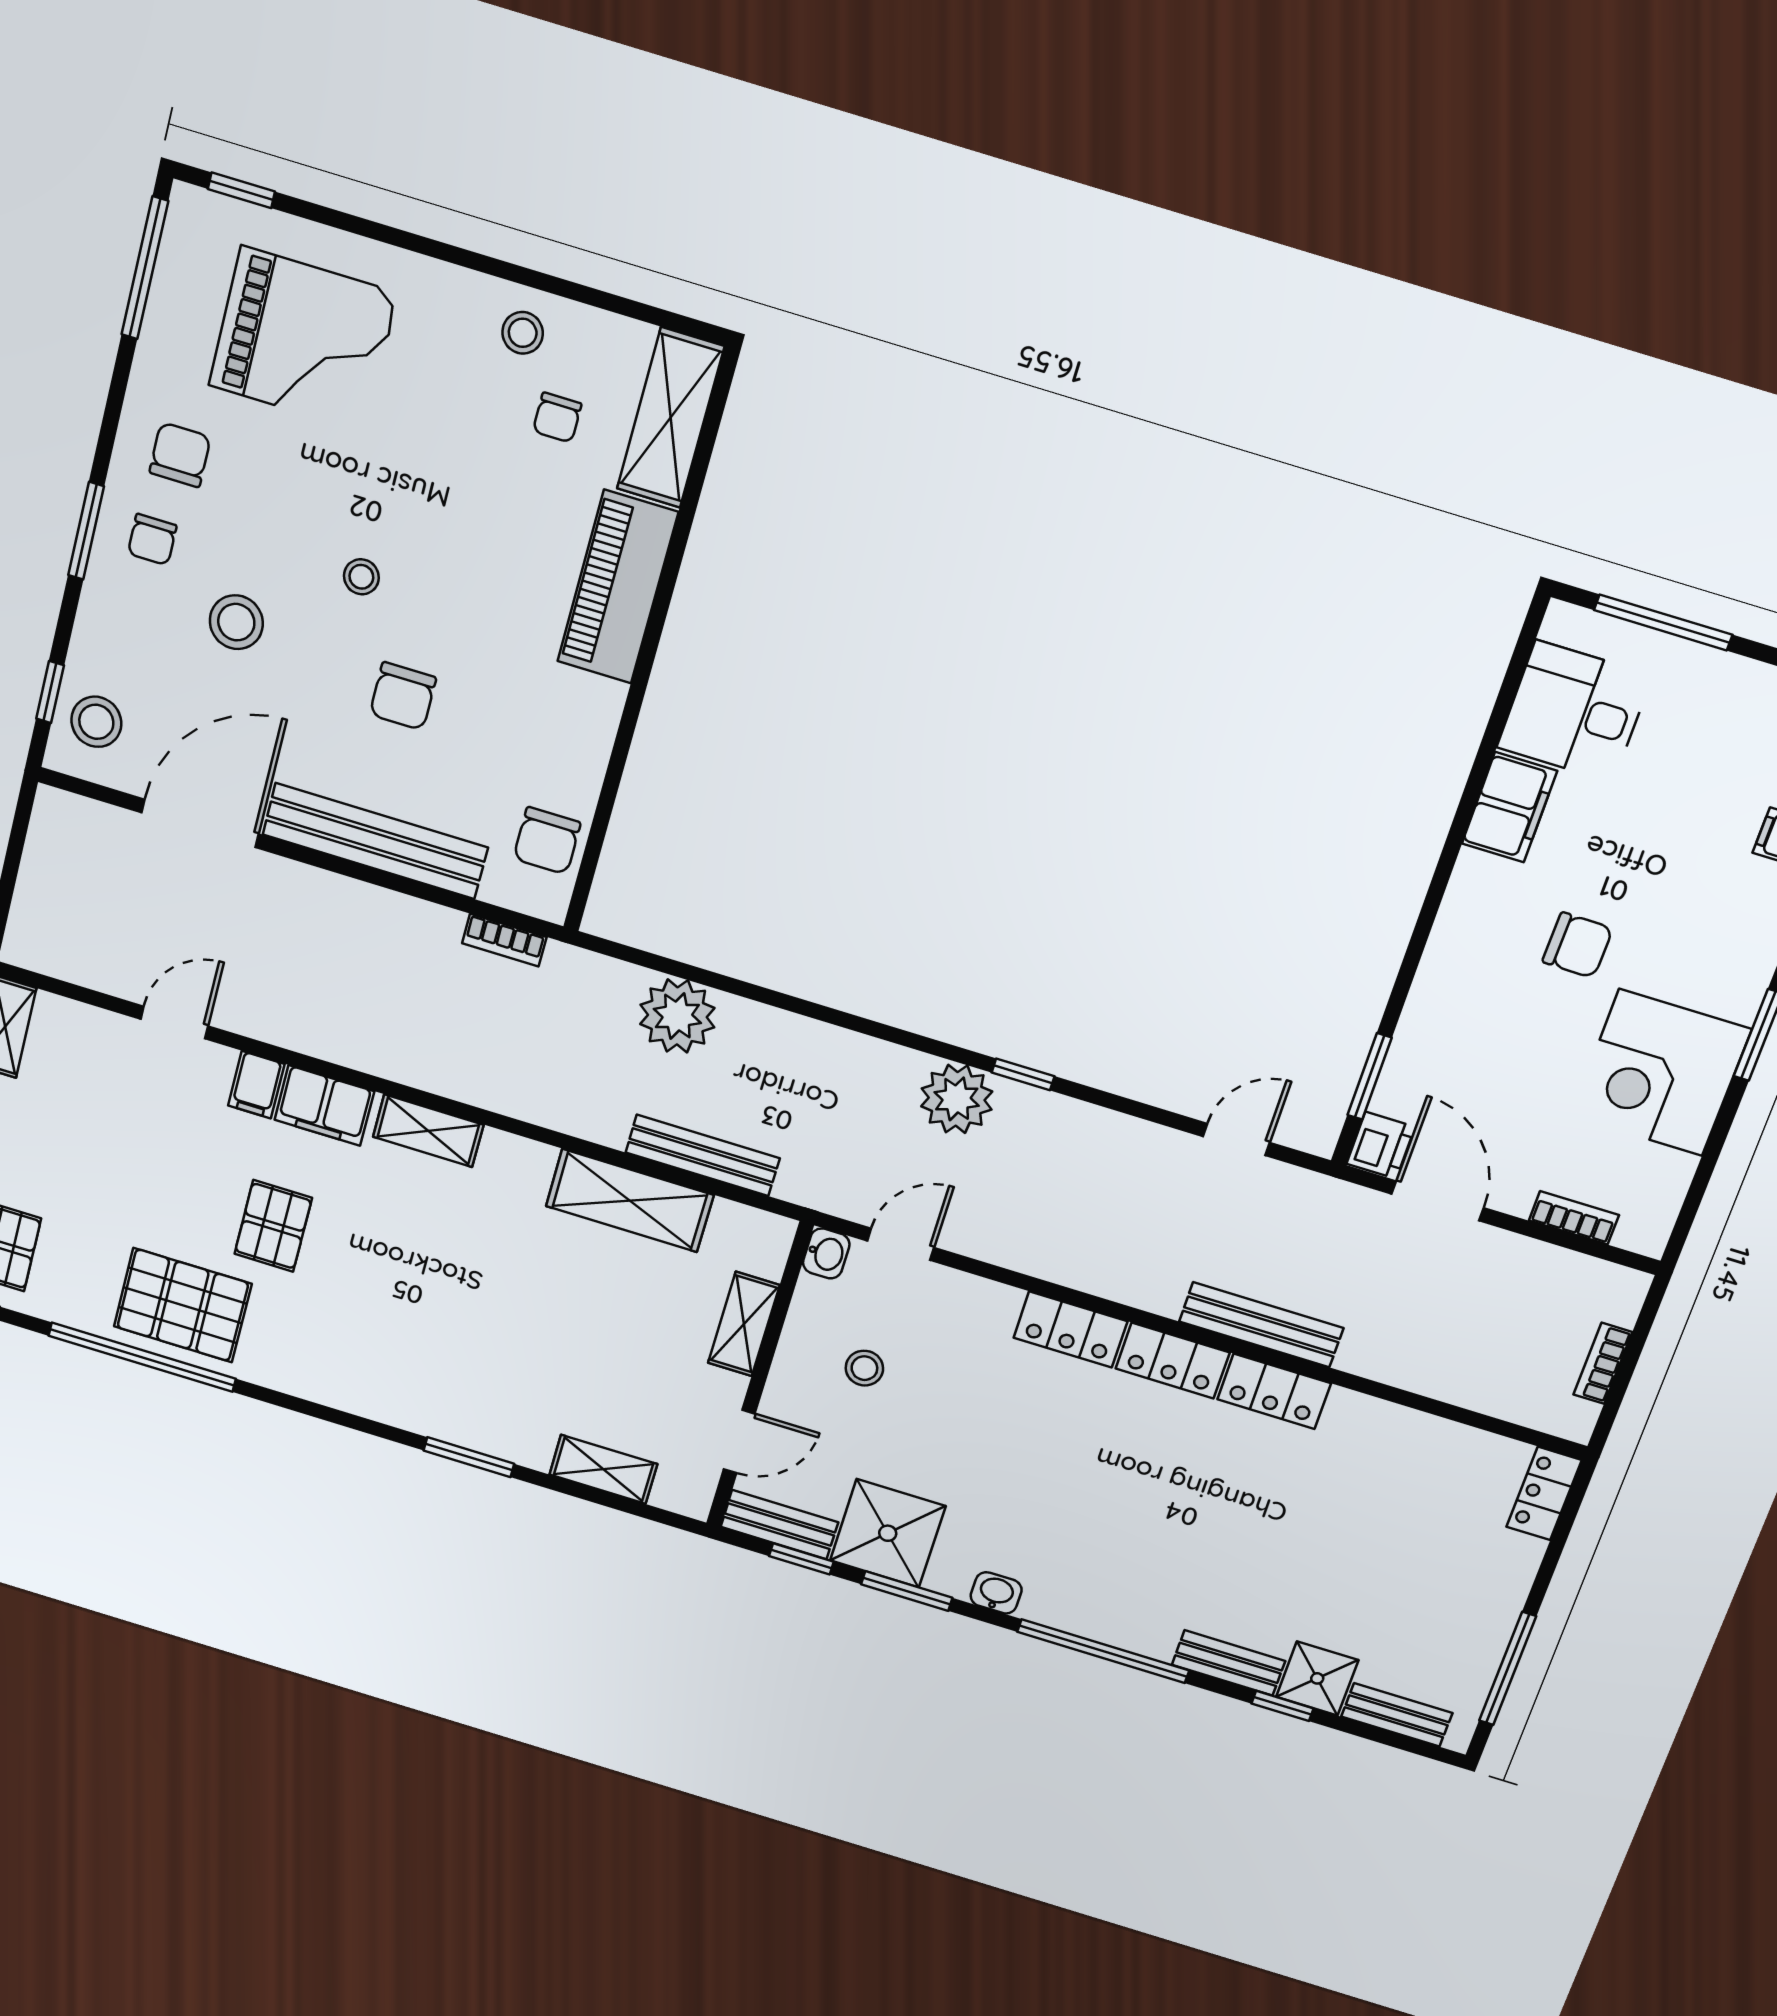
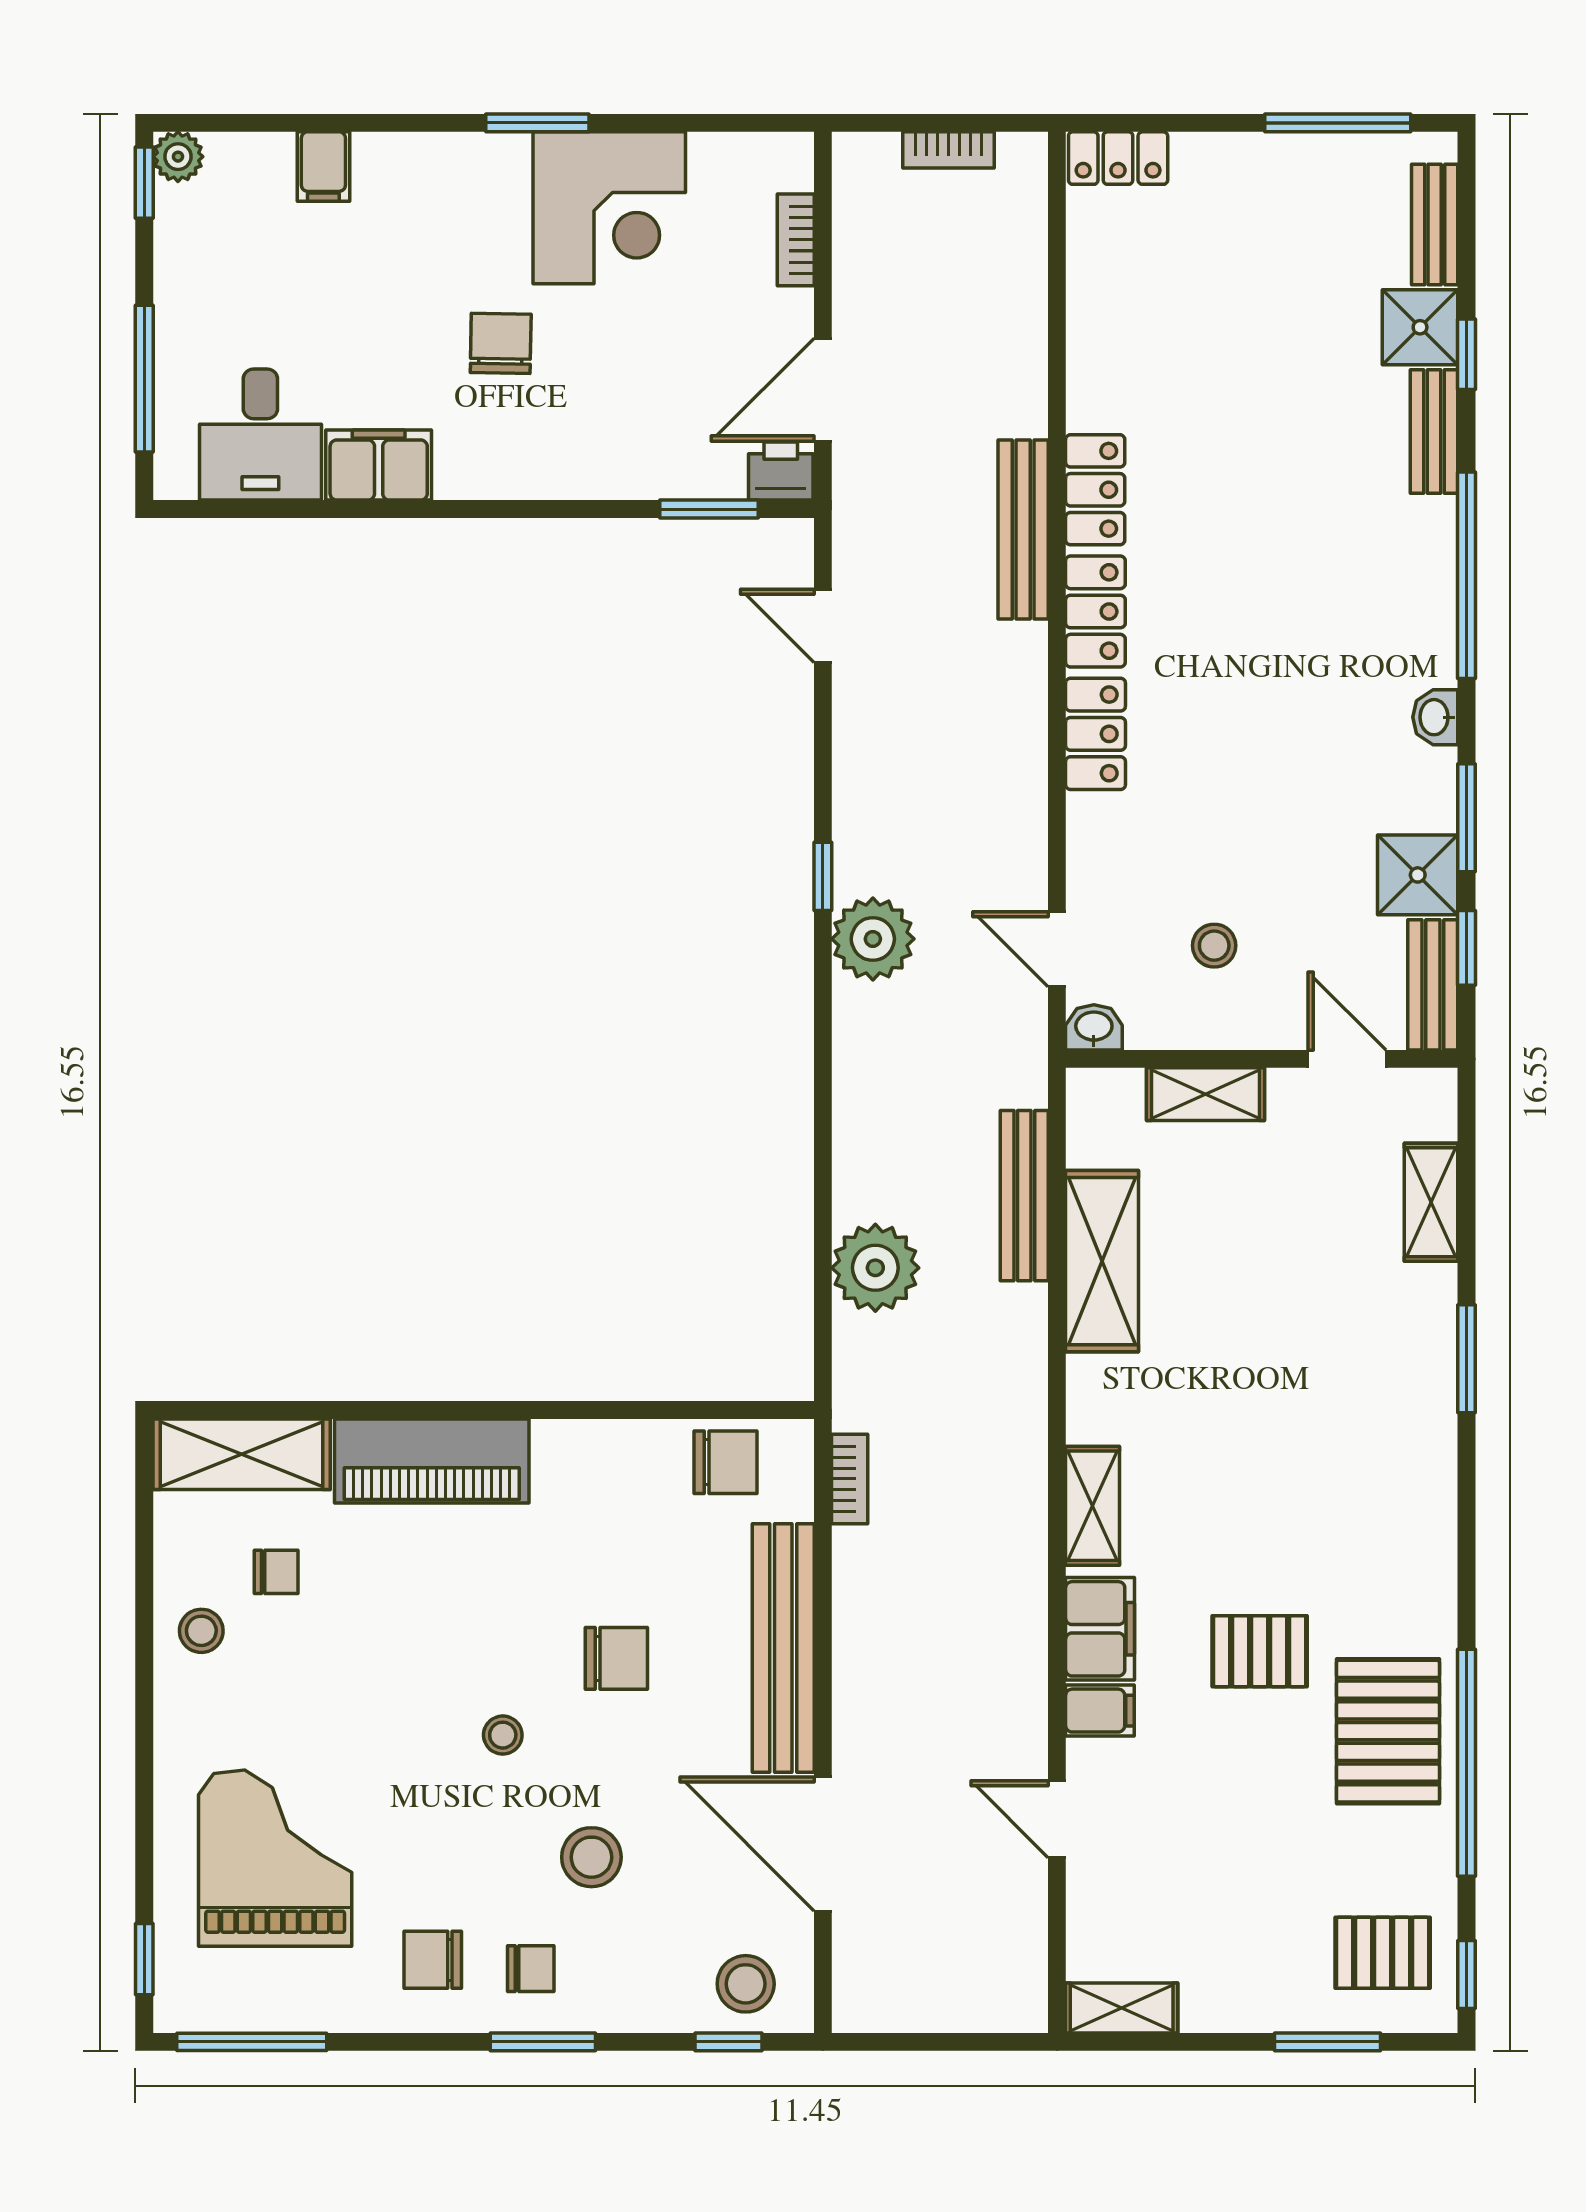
shower: (888, 1533) -> (1418, 875), width x0.73, depth x0.73

